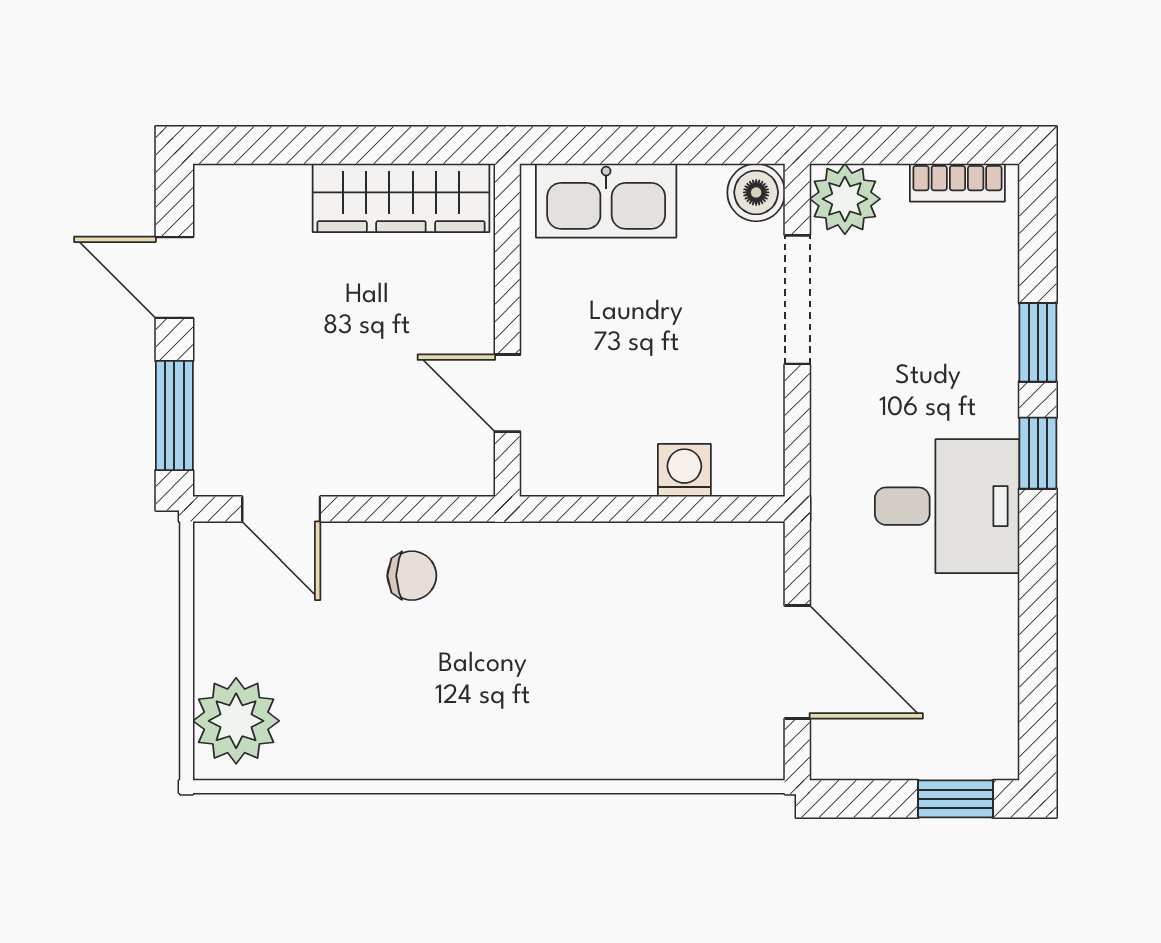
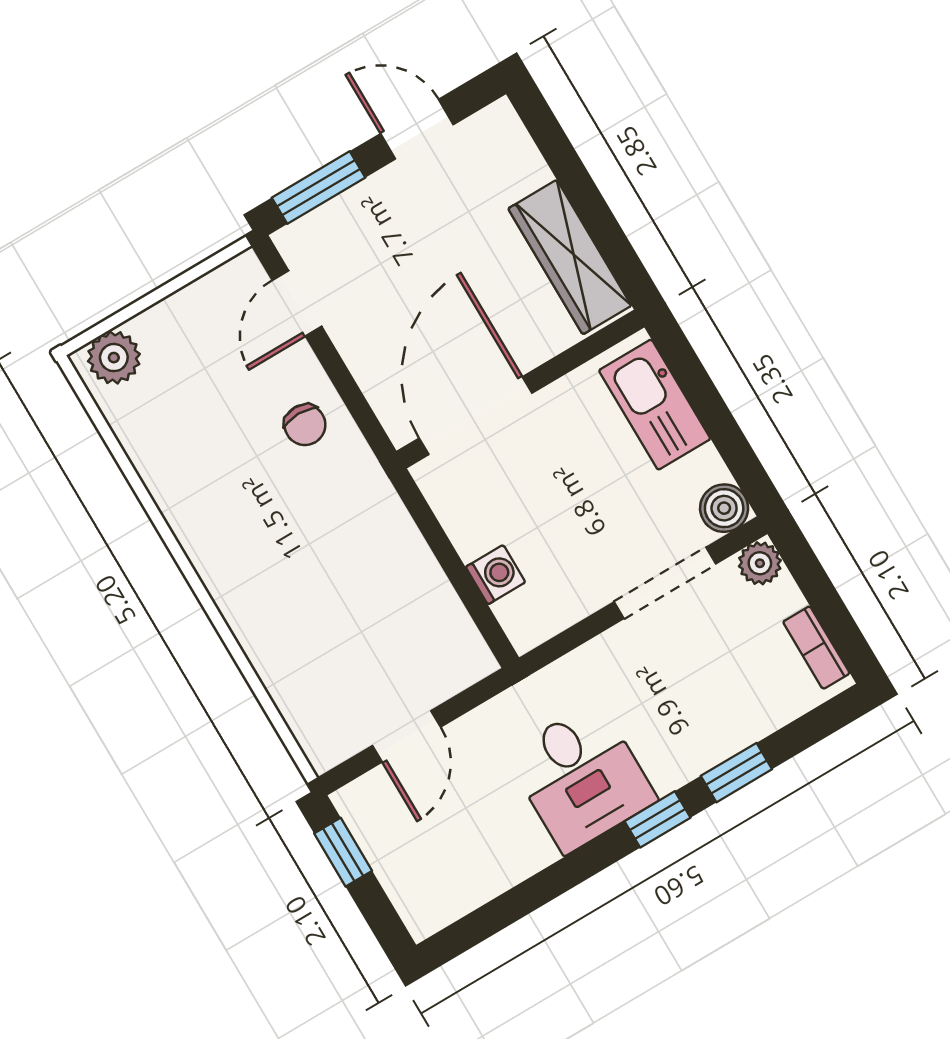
plant: (845, 199) -> (760, 563), width x0.73, depth x0.73
door: (174, 278) -> (417, 129), hinge flipped
door: (507, 393) -> (476, 416), width x1.87
door: (797, 662) -> (407, 736), width x0.73
plant: (236, 721) -> (114, 358), width x0.73, depth x0.73
window: (955, 799) -> (343, 852), moved

